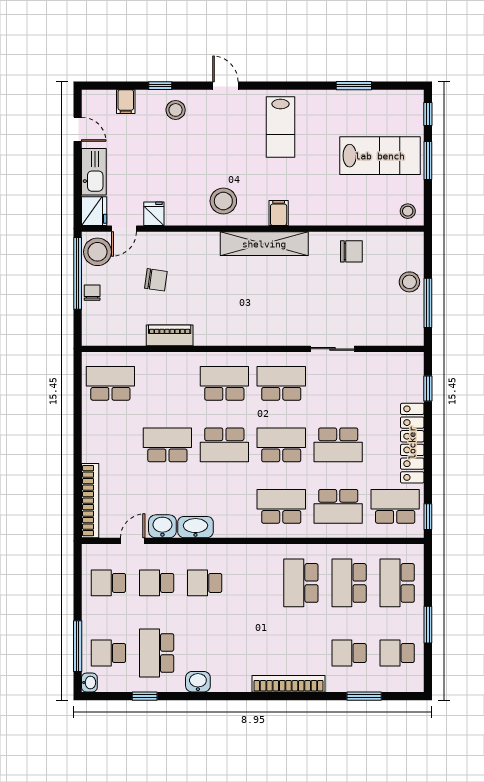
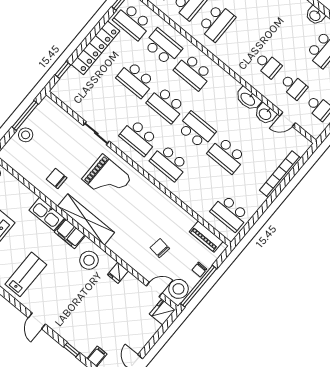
stool: (176, 110) -> (74, 330), removed
kitchen sink: (94, 172) -> (47, 214), moved, turned -90
filing cabinet: (279, 213) -> (70, 234), width x2.00
fridge: (154, 214) -> (118, 273), moved
chair: (351, 251) -> (57, 179), moved
grand piano: (279, 308) -> (107, 178), added
piano: (170, 335) -> (206, 237), moved
school desk: (338, 445) -> (136, 80), turned 180
bookcase: (90, 501) -> (280, 174), moved

